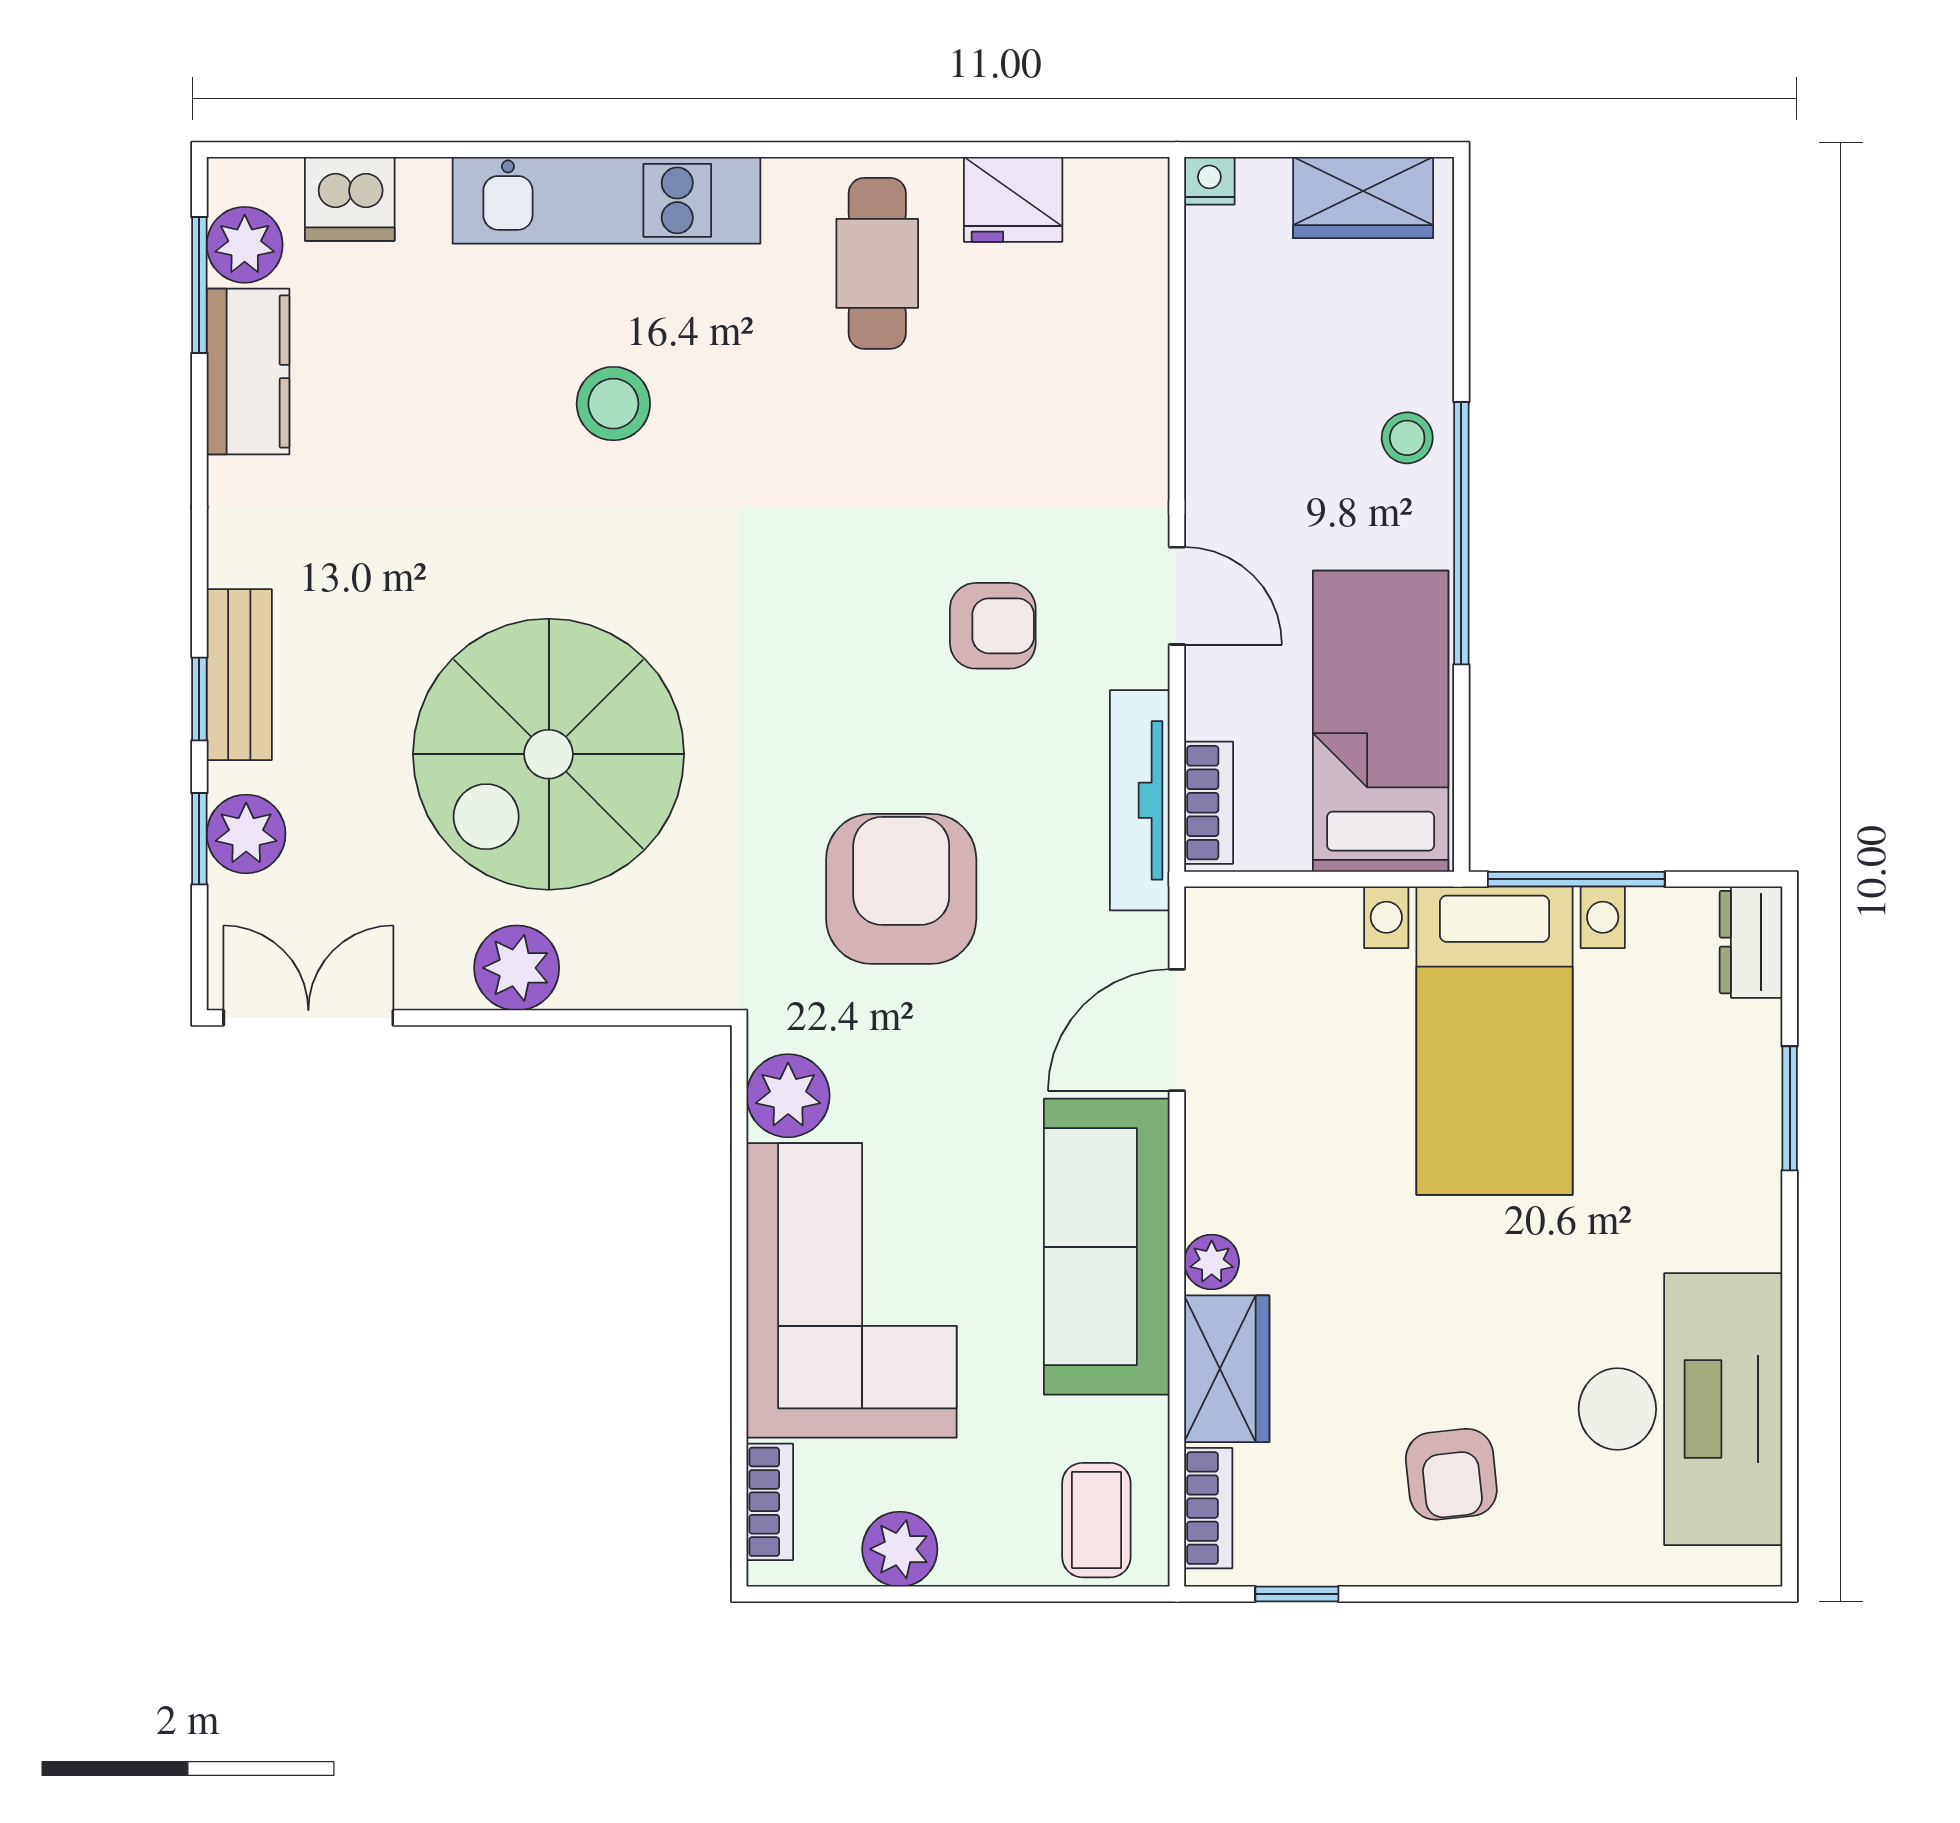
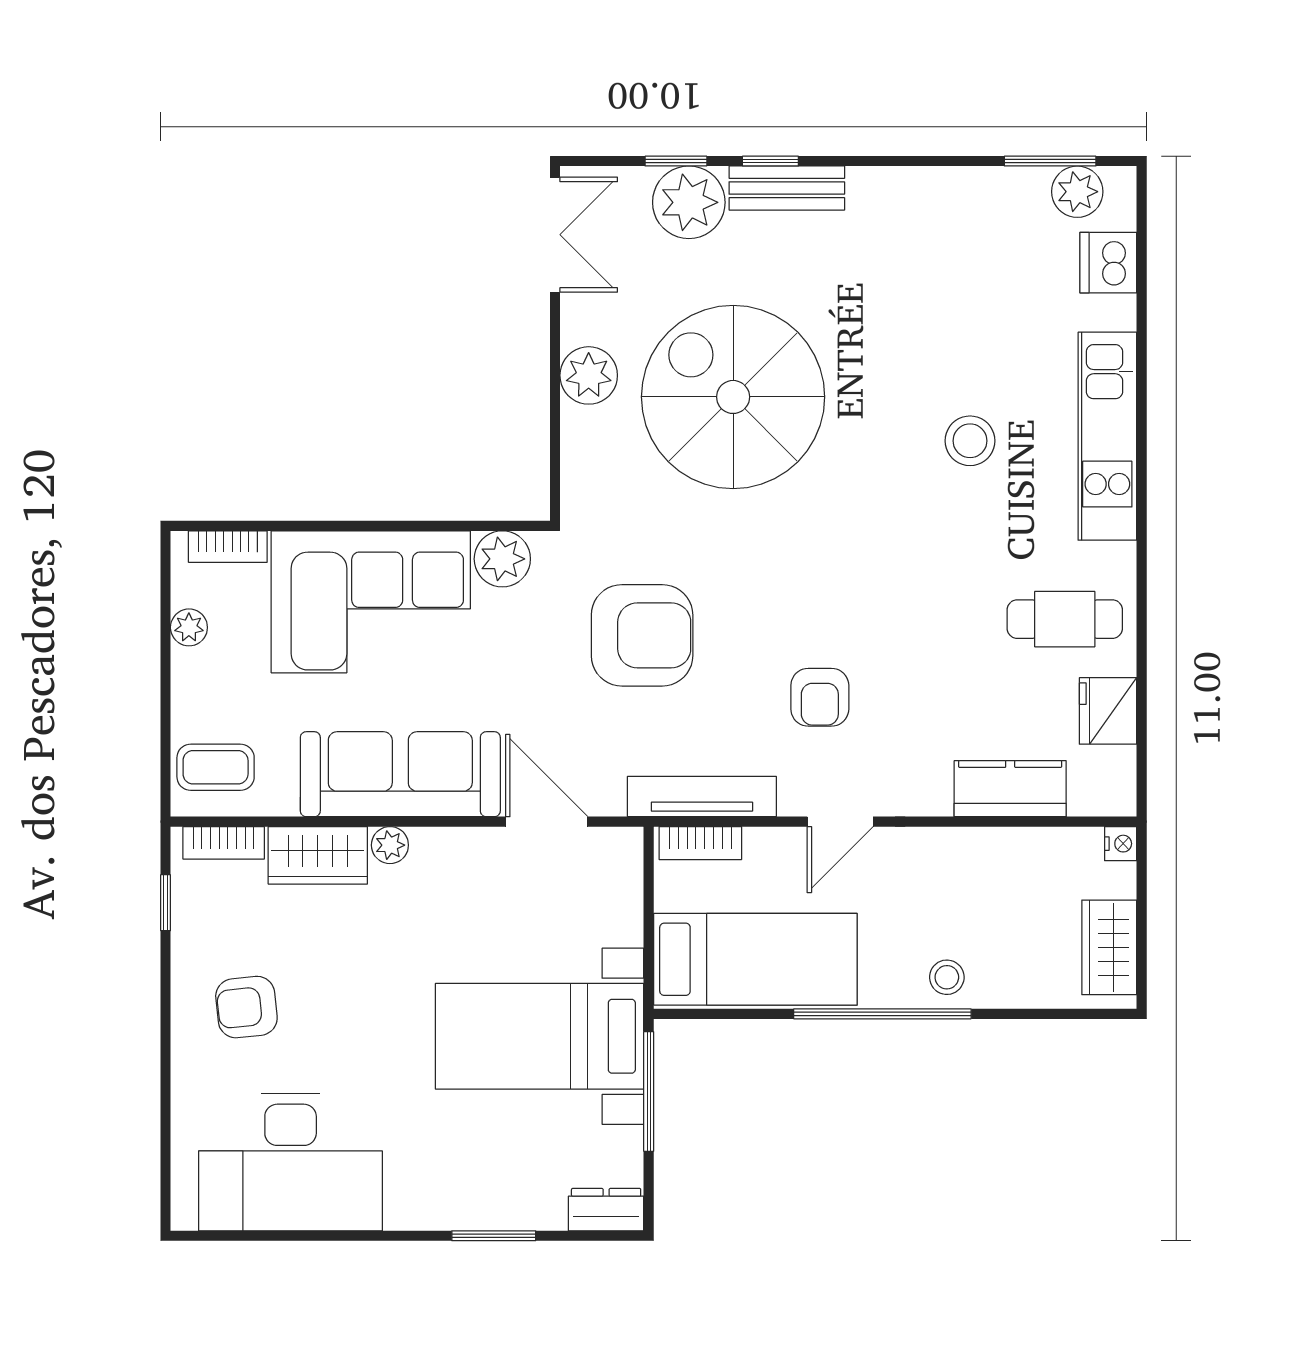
kitchen counter: (248, 371) -> (1010, 789), moved, turned 180
plant: (246, 834) -> (689, 202), width x1.36, depth x1.36
plant: (900, 1549) -> (189, 627), width x0.73, depth x0.73

